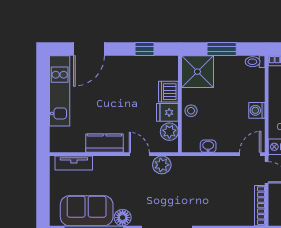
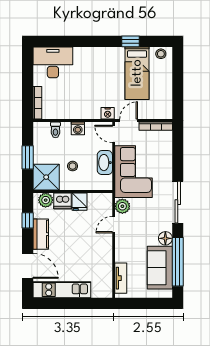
toilet: (255, 62) -> (55, 130), moved
stool: (191, 111) -> (73, 166), moved
plant: (169, 132) -> (46, 200), moved
kitchen counter: (105, 143) -> (41, 234), moved, turned 180
washbasin: (208, 146) -> (105, 163), width x1.91, depth x1.45
corner sofa: (204, 179) -> (134, 172), added

